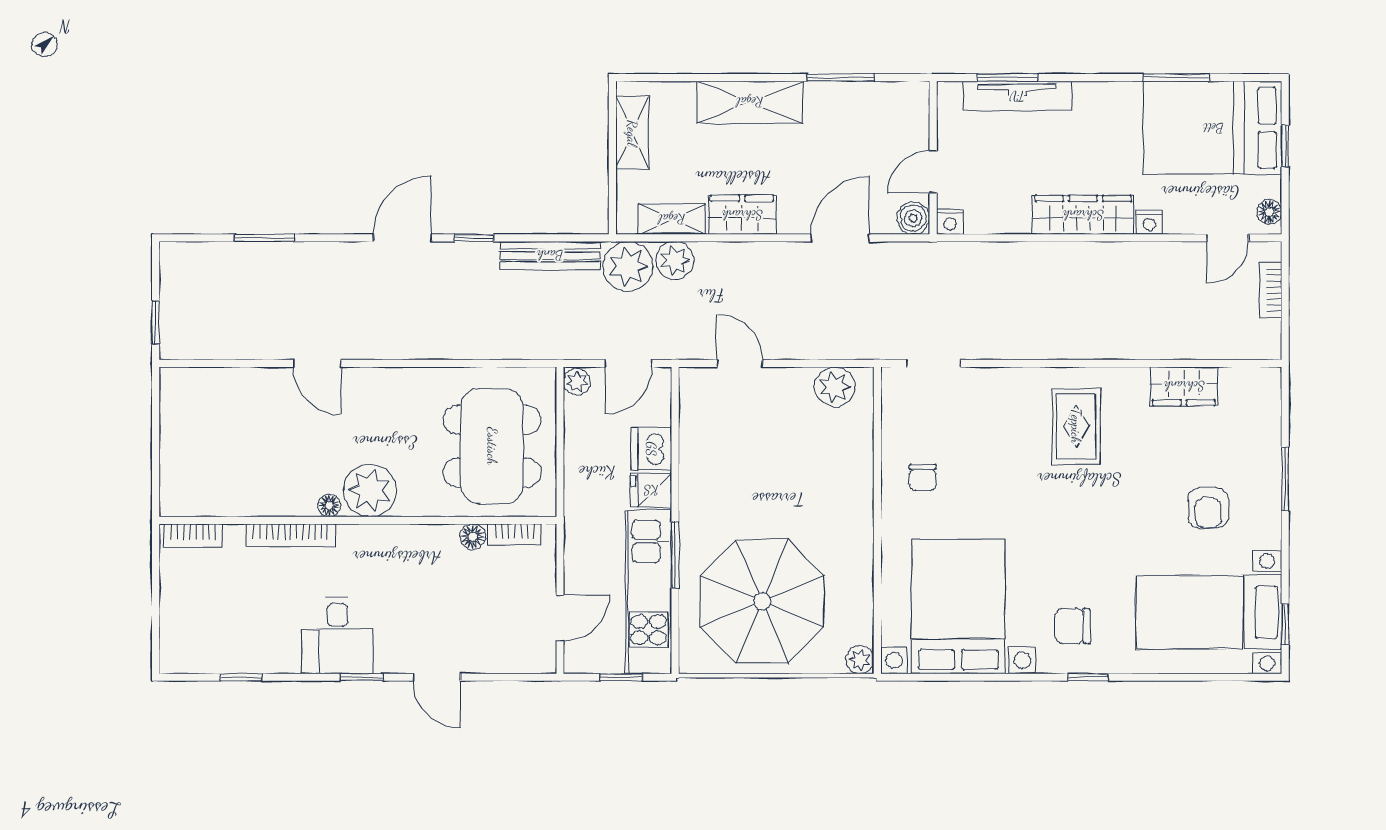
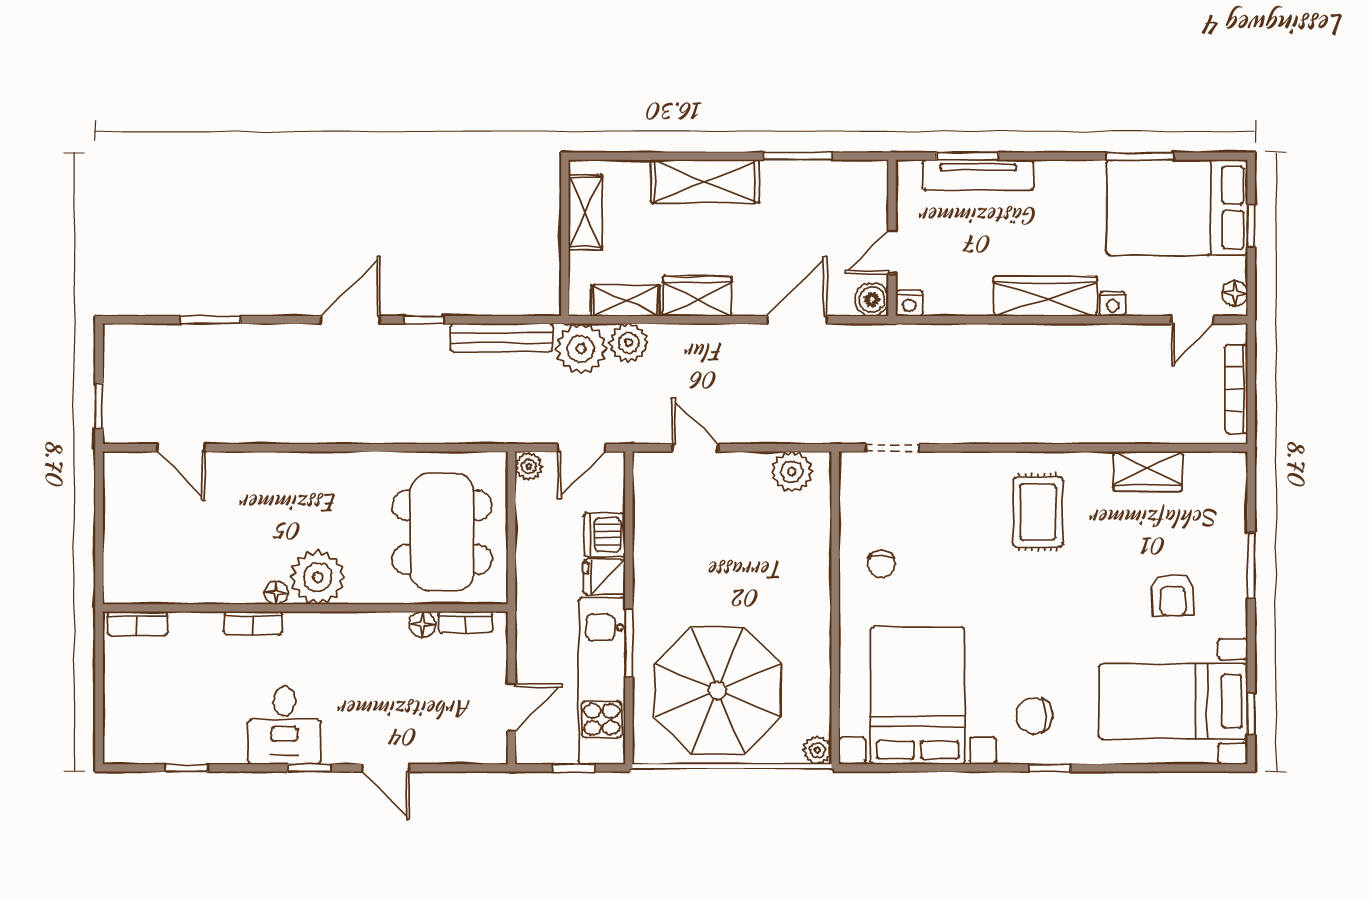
bookcase: (1271, 290) -> (1236, 389), width x1.56
door: (317, 363) -> (181, 448), moved
bookcase: (290, 535) -> (253, 623), width x0.64

